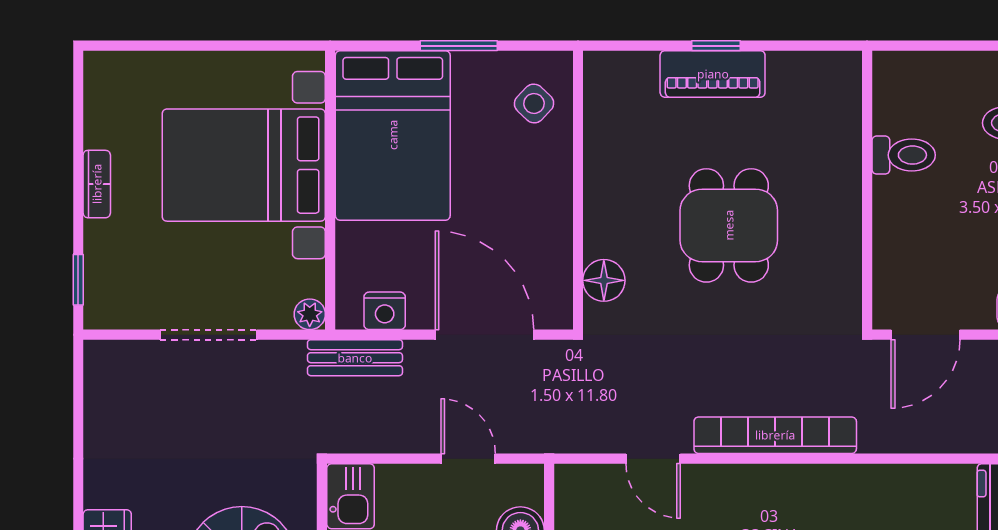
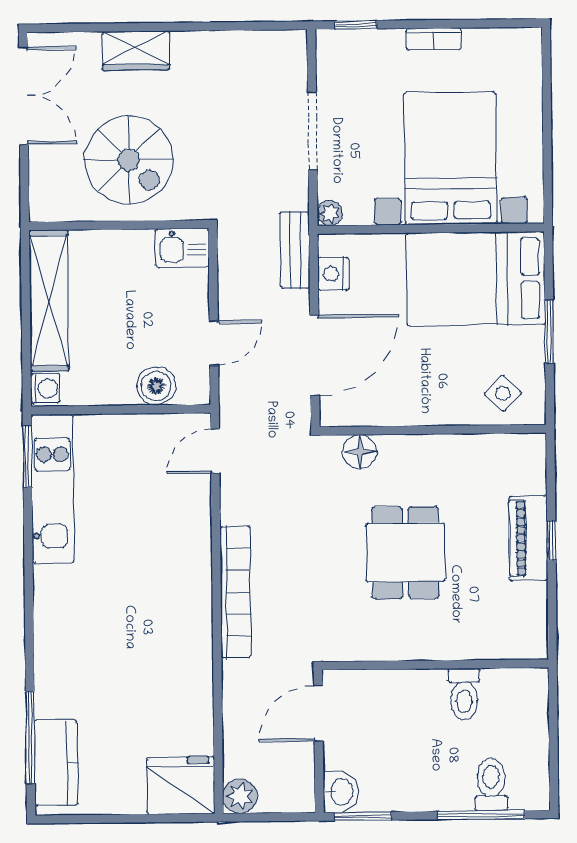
dining table: (729, 225) -> (405, 553), turned 90
door: (925, 335) -> (318, 713), hinge flipped
door: (653, 459) -> (215, 451), moved

